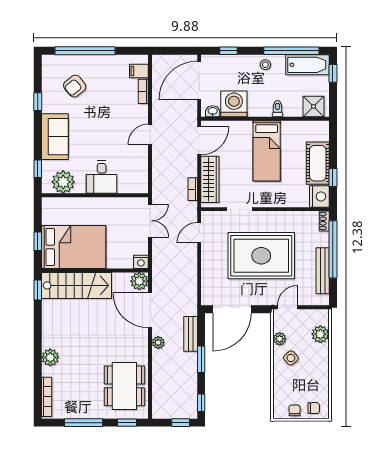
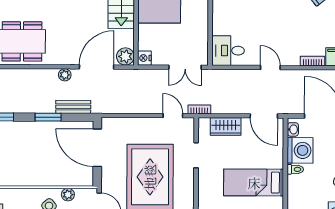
toilet: (278, 109) -> (295, 169), moved
desk: (102, 177) -> (228, 51), moved
wardrobe: (210, 179) -> (226, 126), width x0.67
bookcase: (193, 189) -> (199, 109), moved

